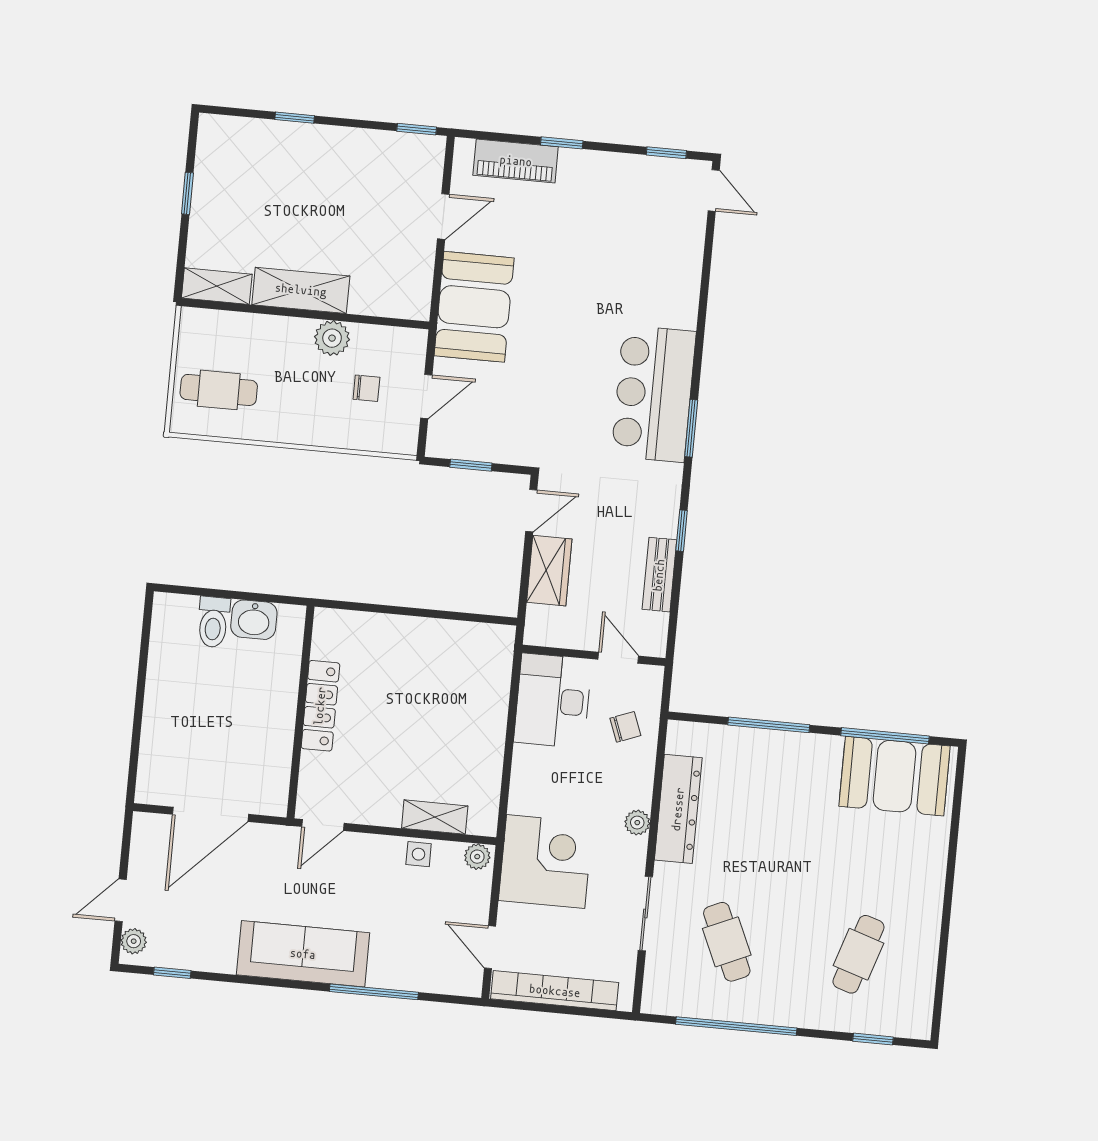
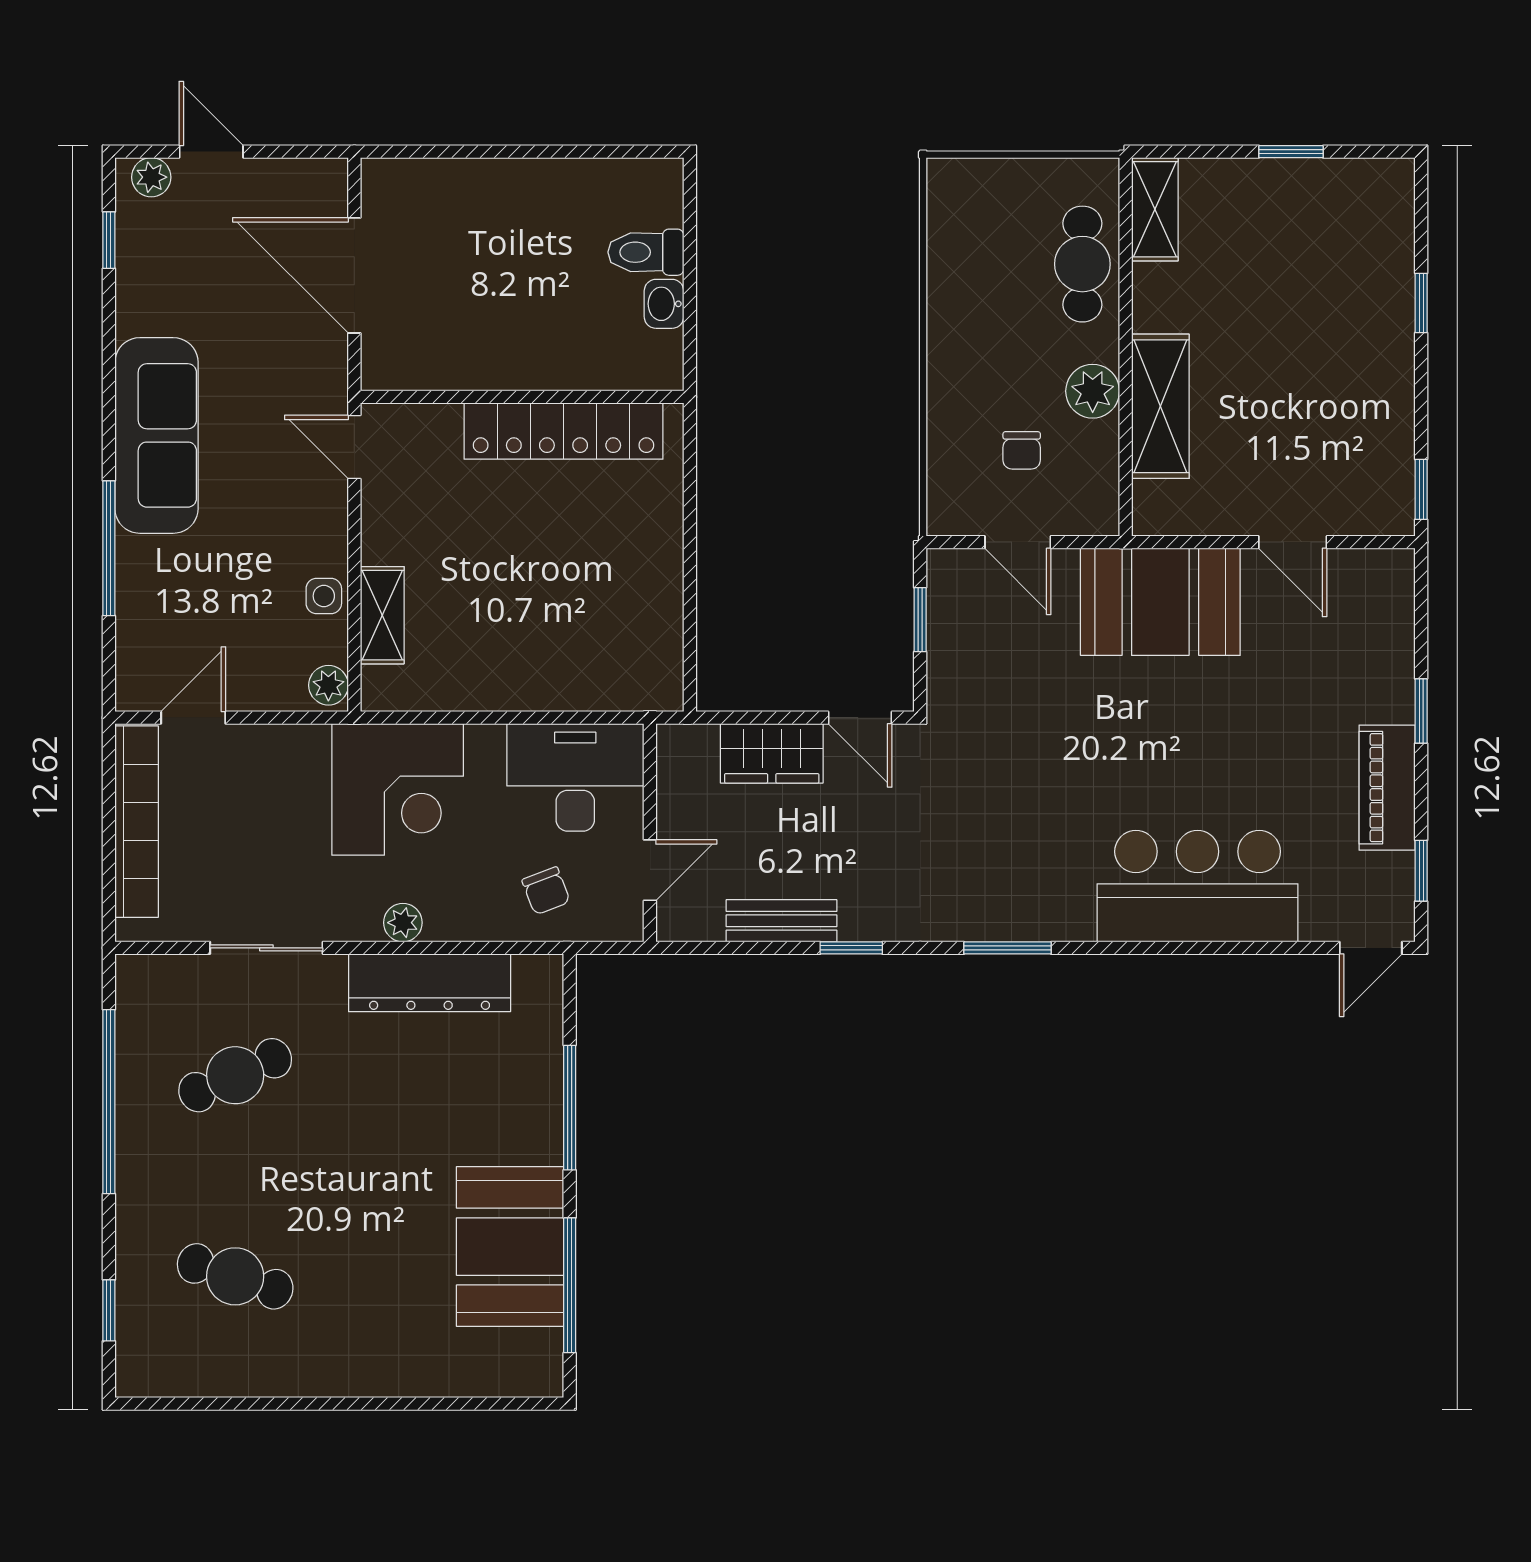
piano: (516, 161) -> (1387, 788), moved
shelving: (301, 290) -> (1160, 406), moved
cafe table: (219, 390) -> (1082, 264), moved
bar counter: (654, 394) -> (1198, 886), moved
washbasin: (254, 620) -> (664, 304), width x0.72, depth x0.69
locker: (320, 706) -> (564, 431), width x1.41, depth x1.21
booth: (895, 776) -> (510, 1247), moved
corner desk: (546, 862) -> (398, 789), moved

